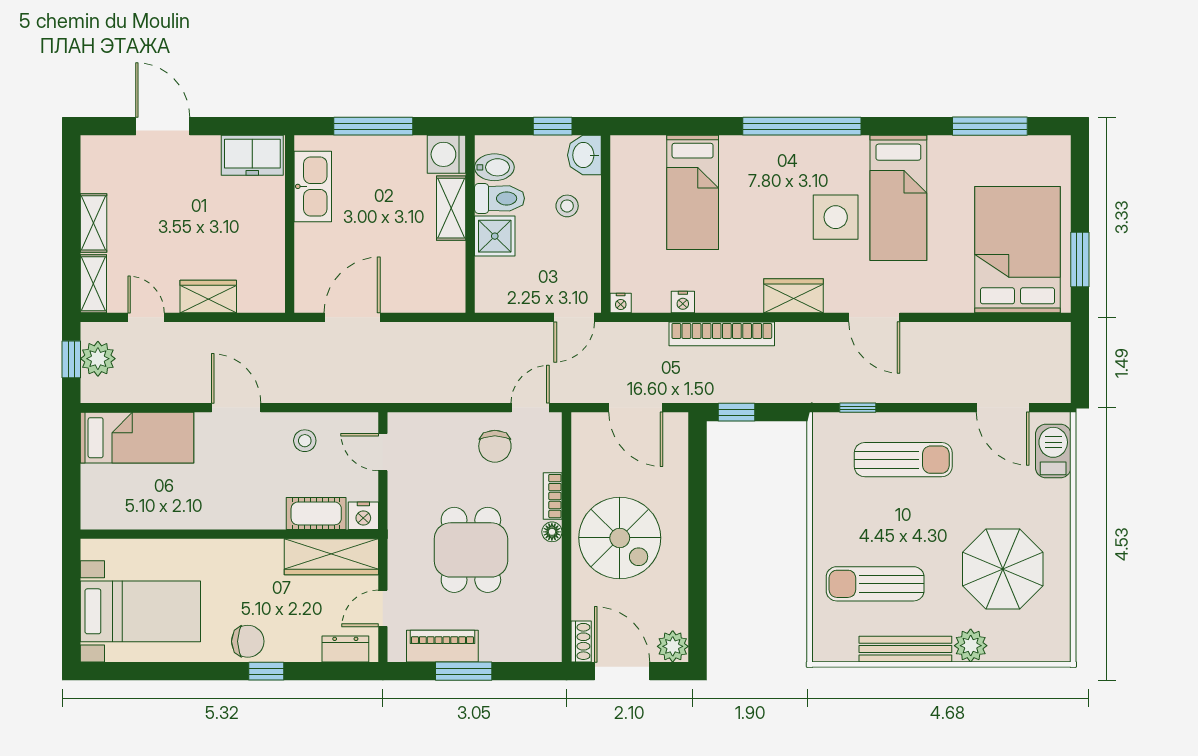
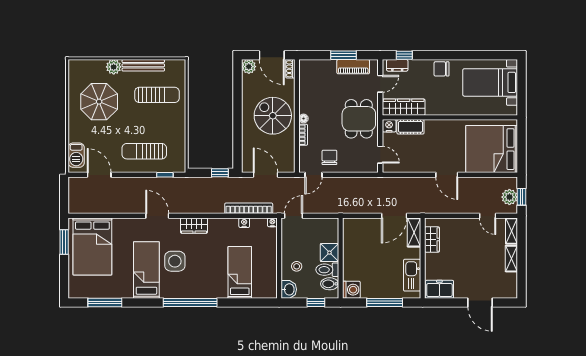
window: (553, 126) -> (316, 302), moved
shelving: (451, 208) -> (414, 232), moved
wardrobe: (208, 297) -> (432, 240), moved, turned -90
bookcase: (722, 334) -> (249, 208), moved
bed: (137, 438) -> (492, 149), width x2.04
stool: (305, 441) -> (416, 160), removed
dining table: (471, 550) -> (359, 119), moved
window: (266, 671) -> (404, 55), moved

